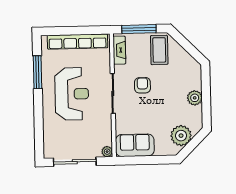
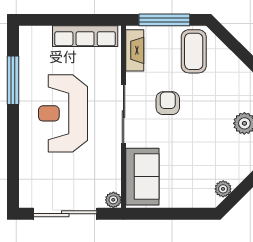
row of seats: (78, 42) -> (85, 36), width x0.73
reception desk: (72, 94) -> (63, 113), turned 180
plant: (181, 136) -> (223, 189), width x0.53, depth x0.53
sofa: (135, 145) -> (142, 177), moved, turned 90

